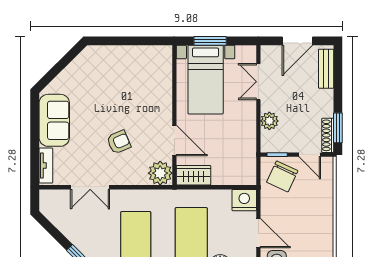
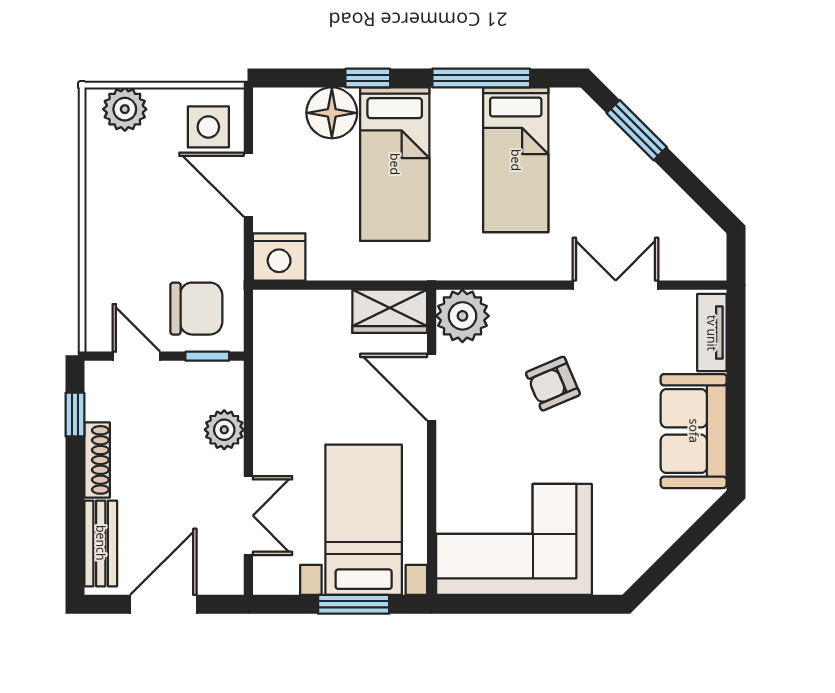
corner sofa: (137, 71) -> (514, 539), added
window: (338, 128) -> (75, 415), width x0.67
shoe rack: (328, 135) -> (97, 460), moved
chair: (282, 176) -> (196, 309), turned 65

